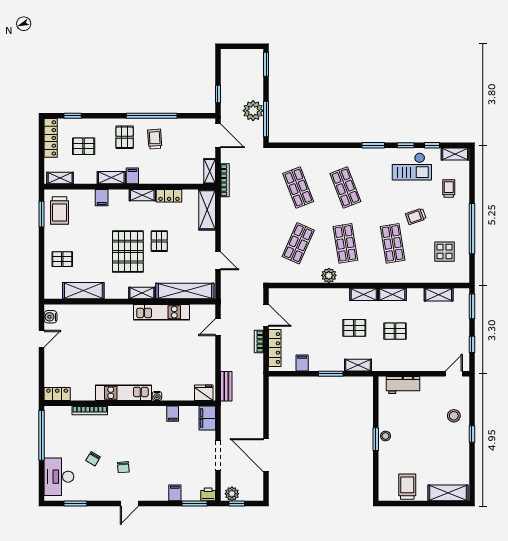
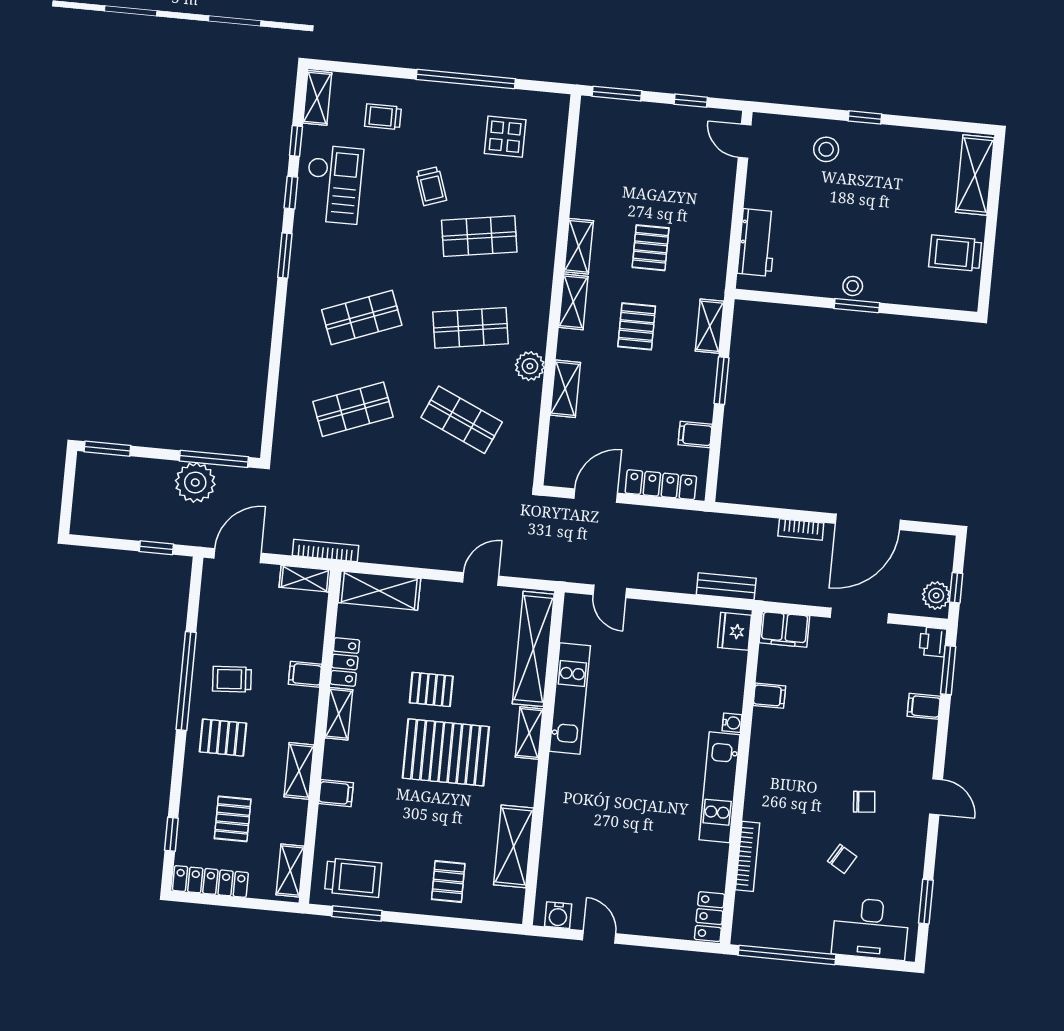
filing cabinet: (132, 176) -> (305, 674), moved
shelving: (439, 295) -> (565, 389), moved
bookcase: (259, 341) -> (801, 530), moved

